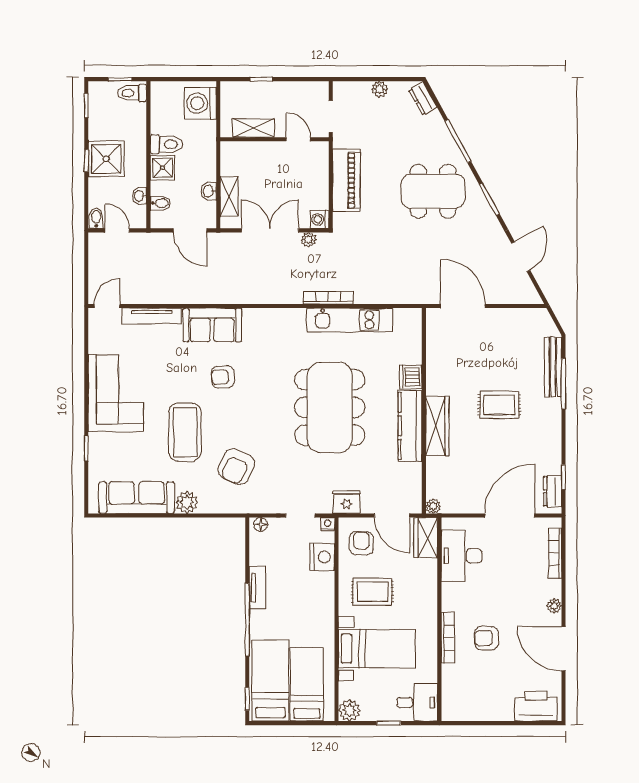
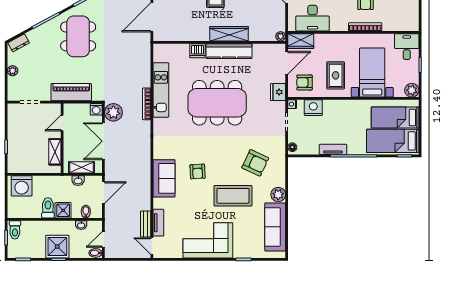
shelving: (254, 128) -> (55, 152), moved
wall: (274, 139) -> (62, 138), moved
door: (298, 139) -> (62, 123), moved
plant: (308, 240) -> (113, 112), width x1.87, depth x1.87
bench: (141, 296) -> (146, 224), added
tv unit: (152, 316) -> (158, 223), width x0.71

